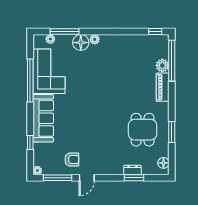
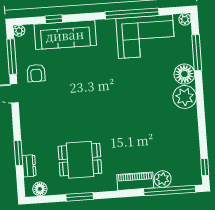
plant: (50, 39) -> (185, 19), moved
plant: (95, 39) -> (185, 97), width x1.87, depth x1.87
sofa: (43, 118) -> (65, 35), moved
dresser: (132, 170) -> (29, 166), moved

